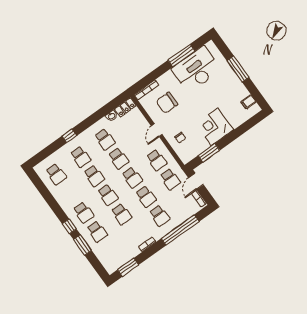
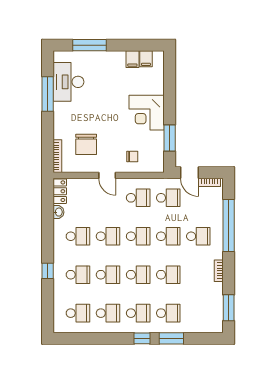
desk: (196, 69) -> (68, 82), width x0.73, depth x0.77
window: (238, 69) -> (89, 45), moved
filing cabinet: (242, 94) -> (132, 59), added
school desk: (70, 193) -> (108, 313), added

